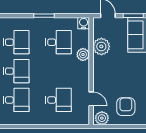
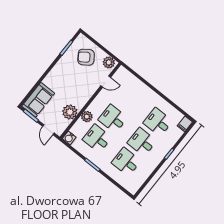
door: (91, 99) -> (106, 82), swing flipped
desk: (58, 100) -> (113, 119), moved
armchair: (126, 107) -> (86, 57), turned 55

